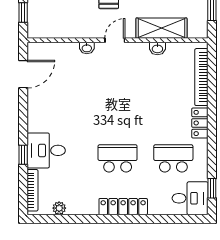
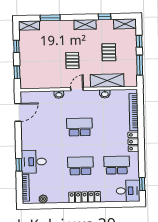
school desk: (118, 99) -> (80, 127), added

